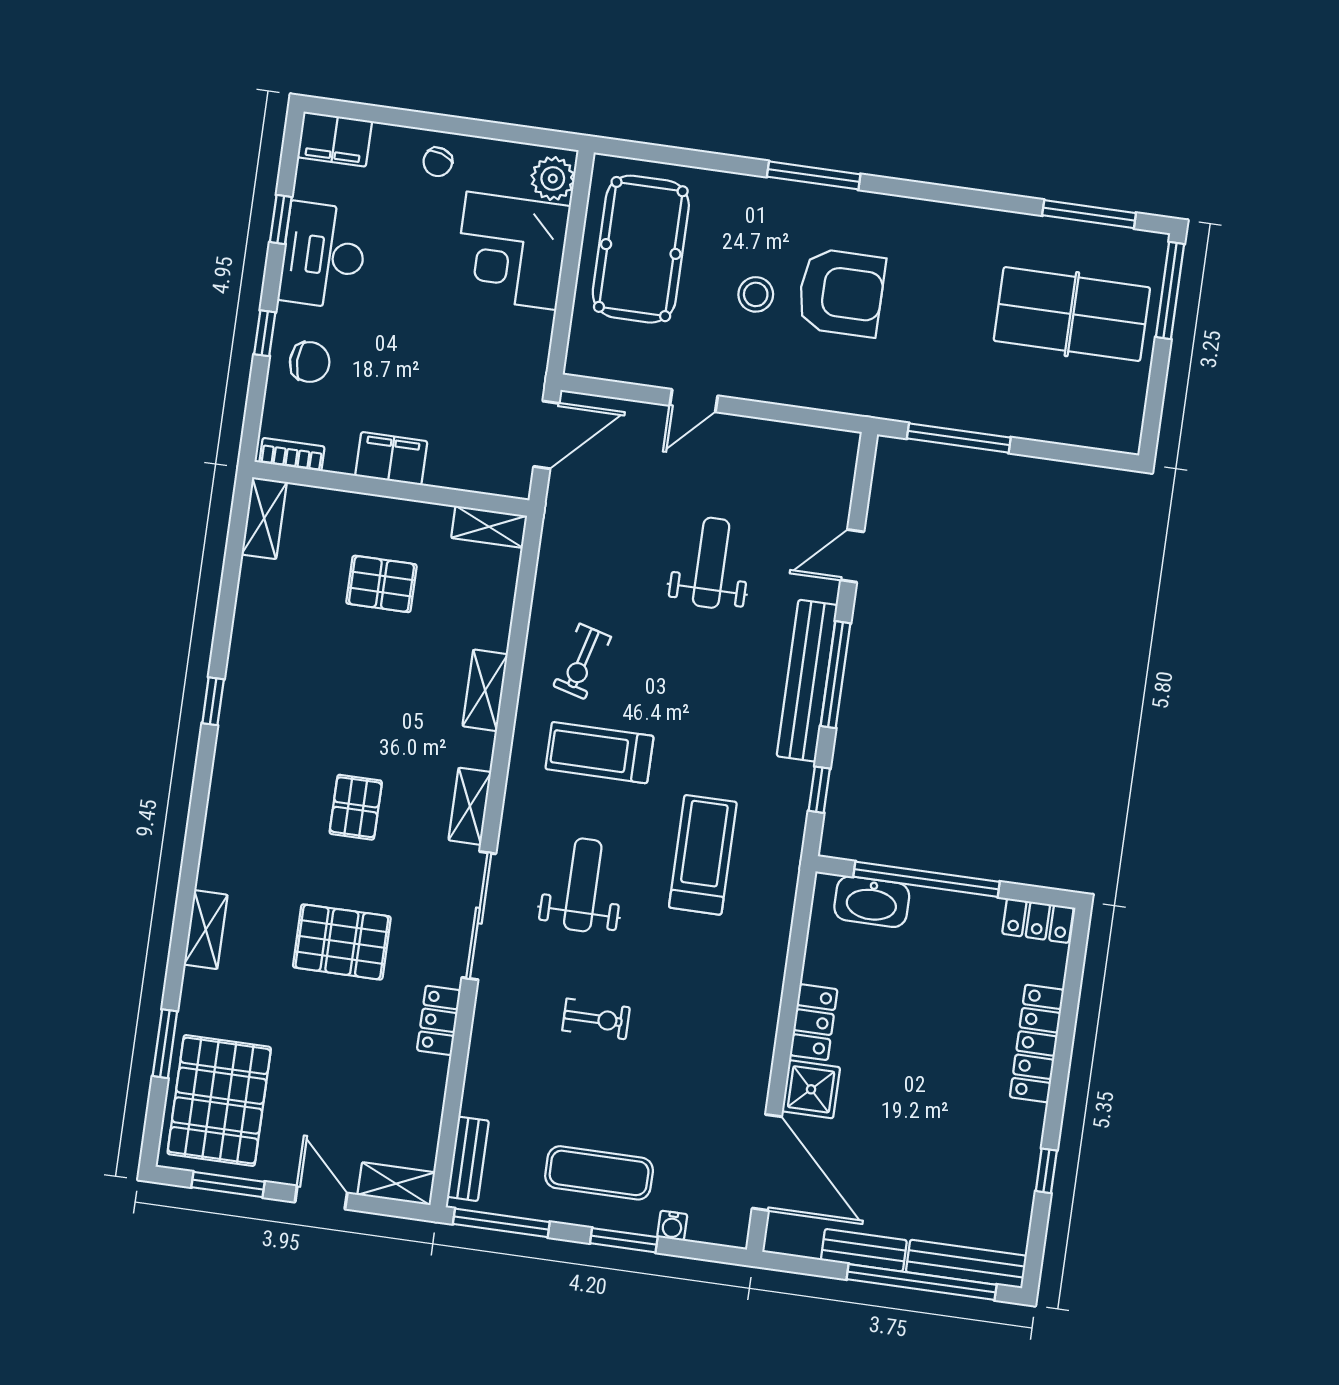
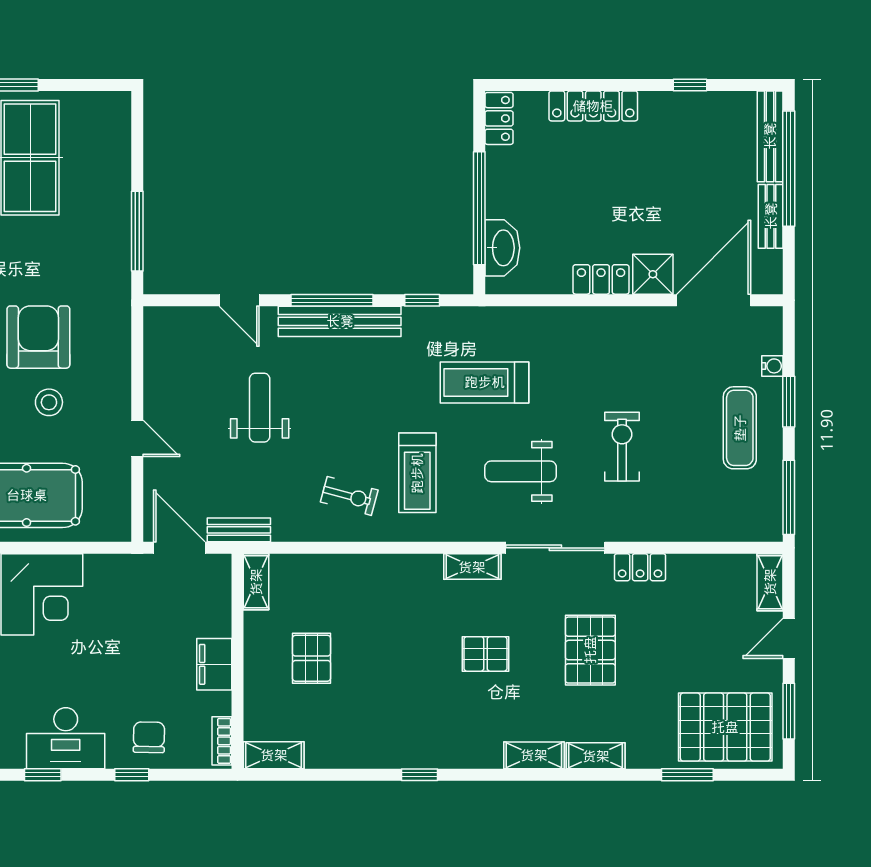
weight bench: (711, 563) -> (260, 408), turned 90
shelving: (485, 690) -> (534, 755), moved
exercise bike: (596, 1019) -> (622, 447), width x1.38, depth x1.39
bench: (468, 1159) -> (239, 530), moved

